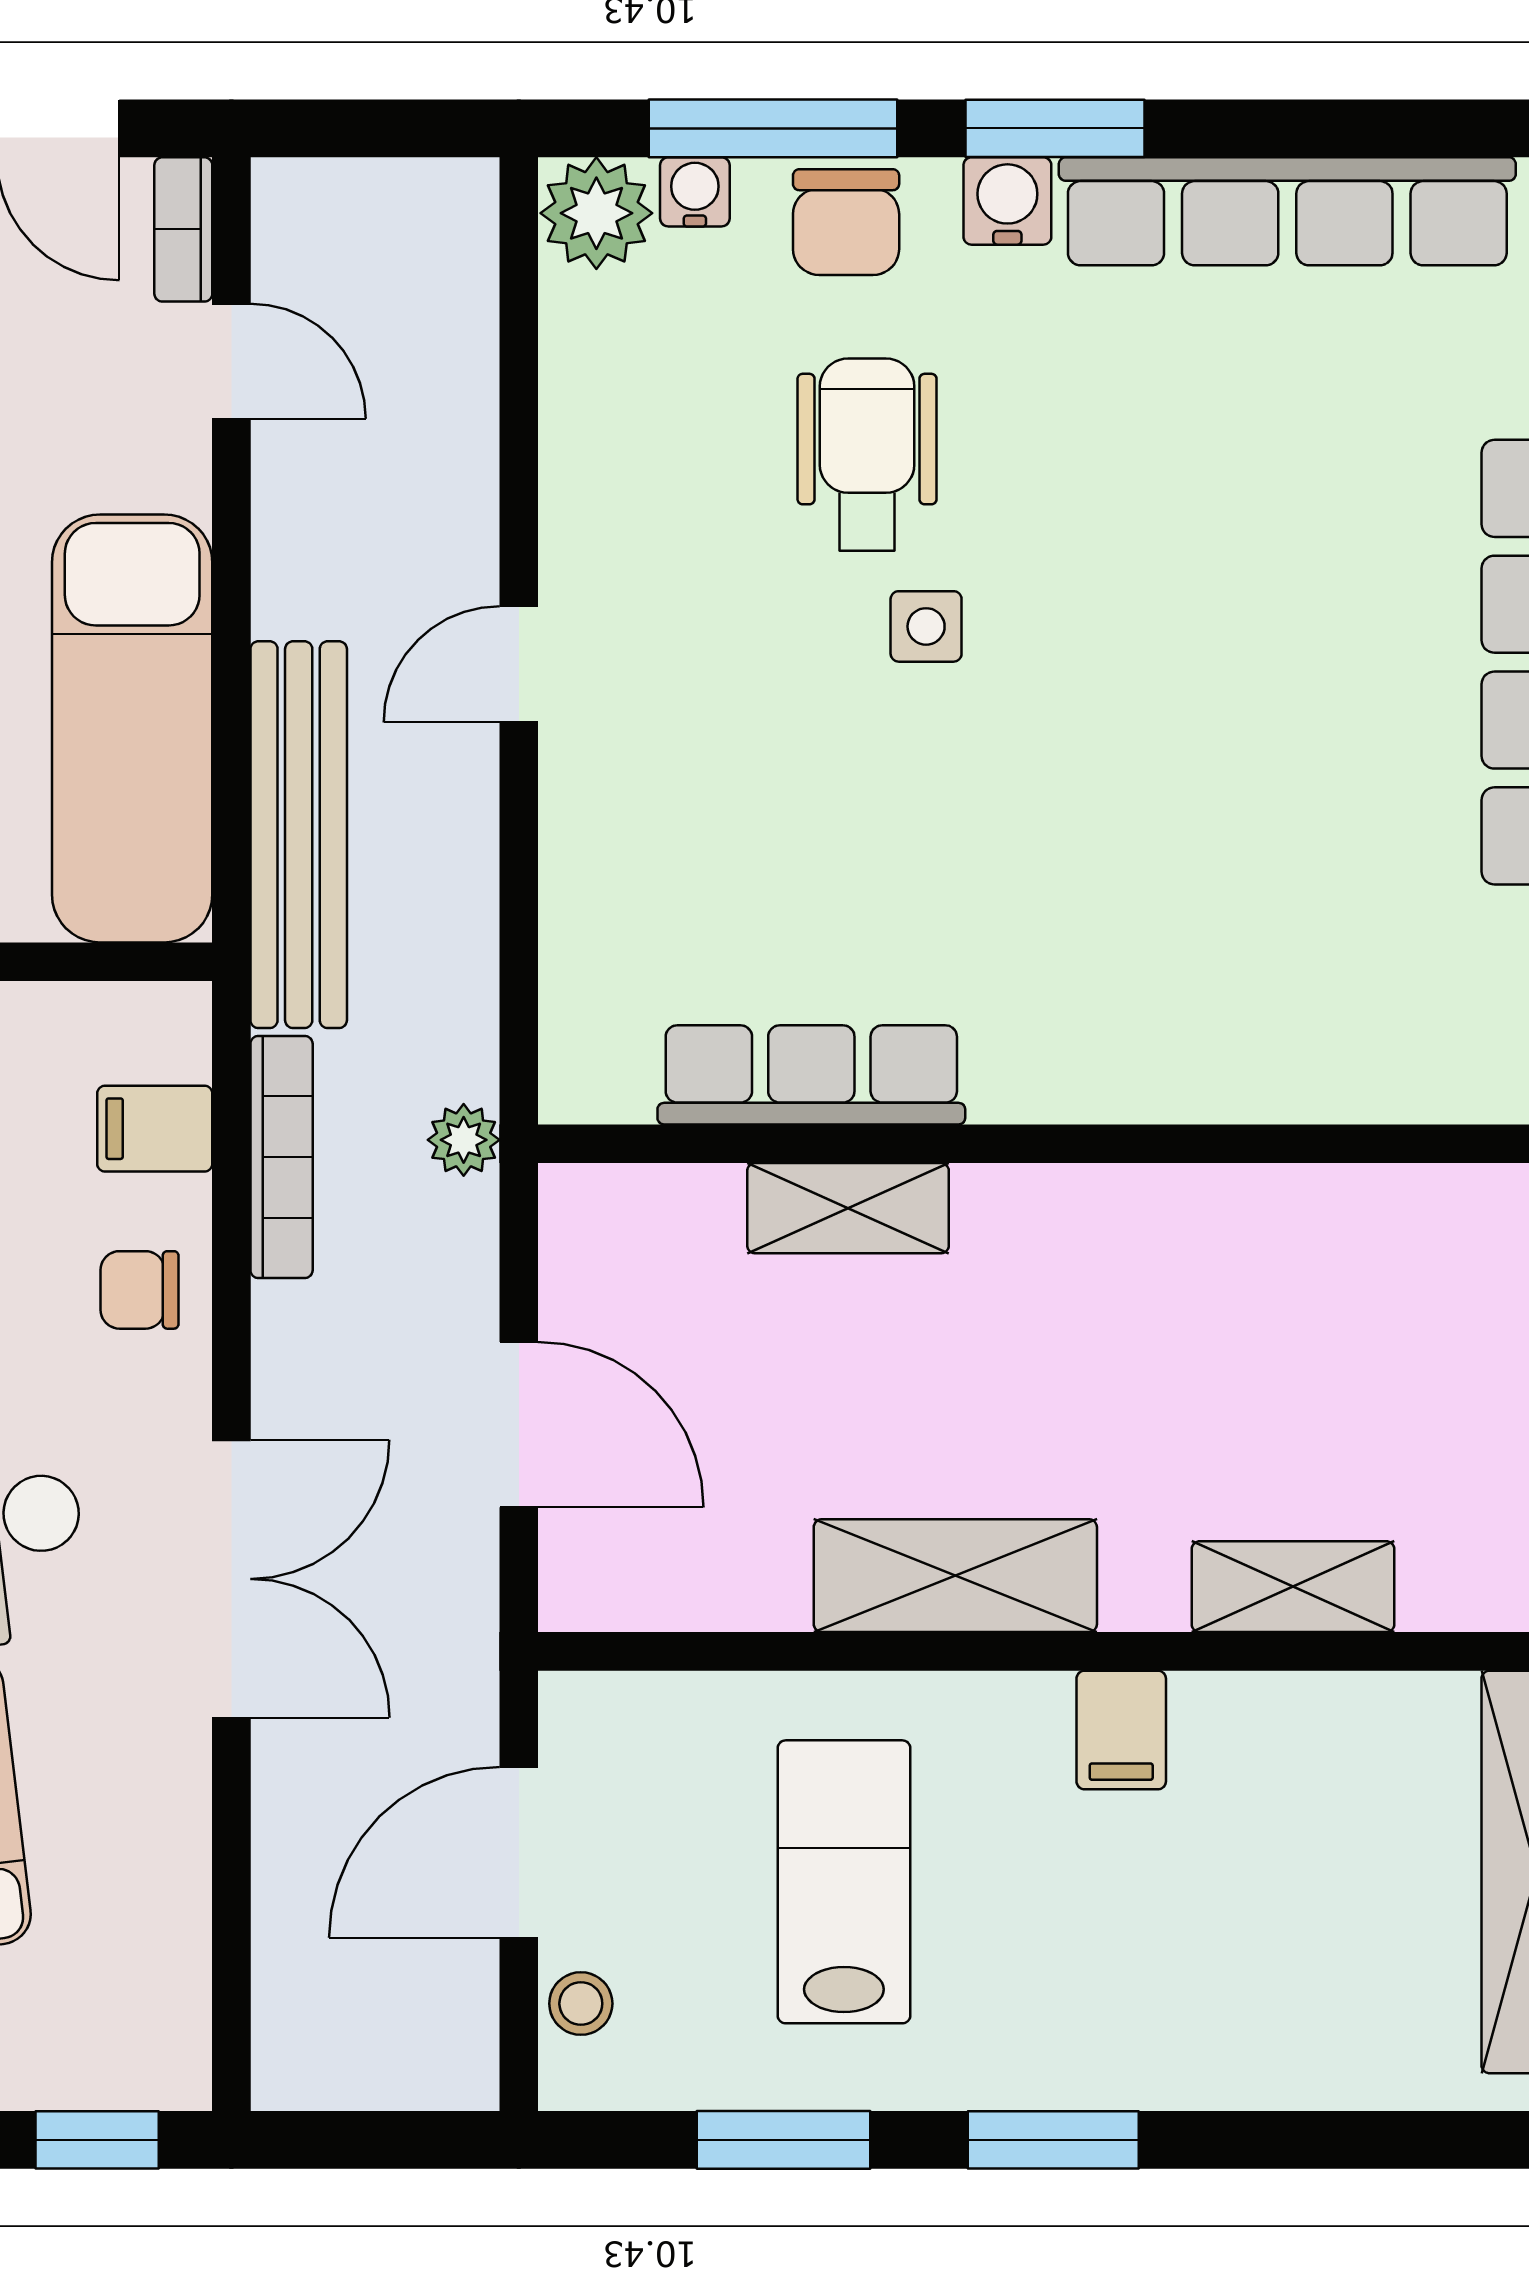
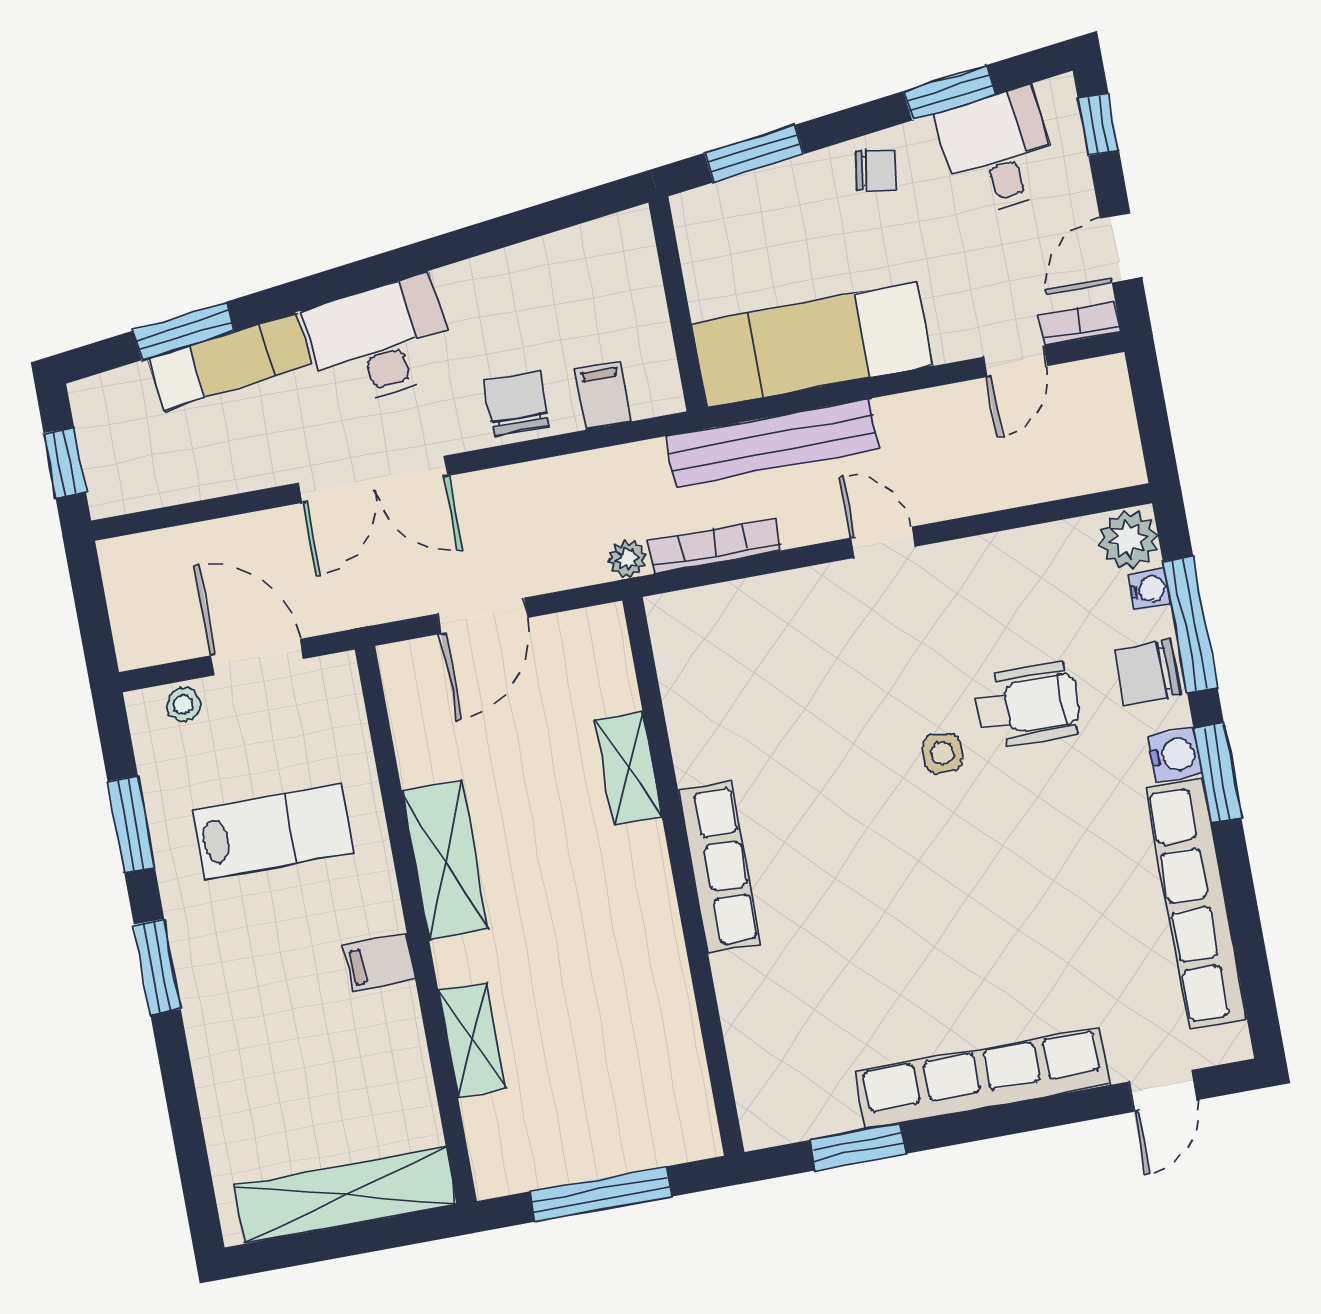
row of seats: (811, 1075) -> (719, 867), moved
bookcase: (282, 1157) -> (715, 546), moved, turned 180
chair: (139, 1290) -> (517, 403), width x1.37, depth x1.37

